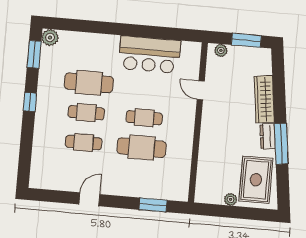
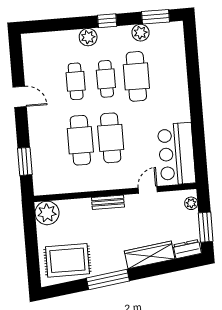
plant: (50, 38) -> (141, 33), moved
bar counter: (149, 55) -> (177, 154), moved
cafe table: (144, 118) -> (111, 138), width x1.37, depth x1.35
plant: (43, 123) -> (88, 37), added
bench: (206, 131) -> (108, 202), added
dresser: (268, 136) -> (187, 249), moved
plant: (231, 199) -> (47, 213), moved, width x1.88, depth x1.88

